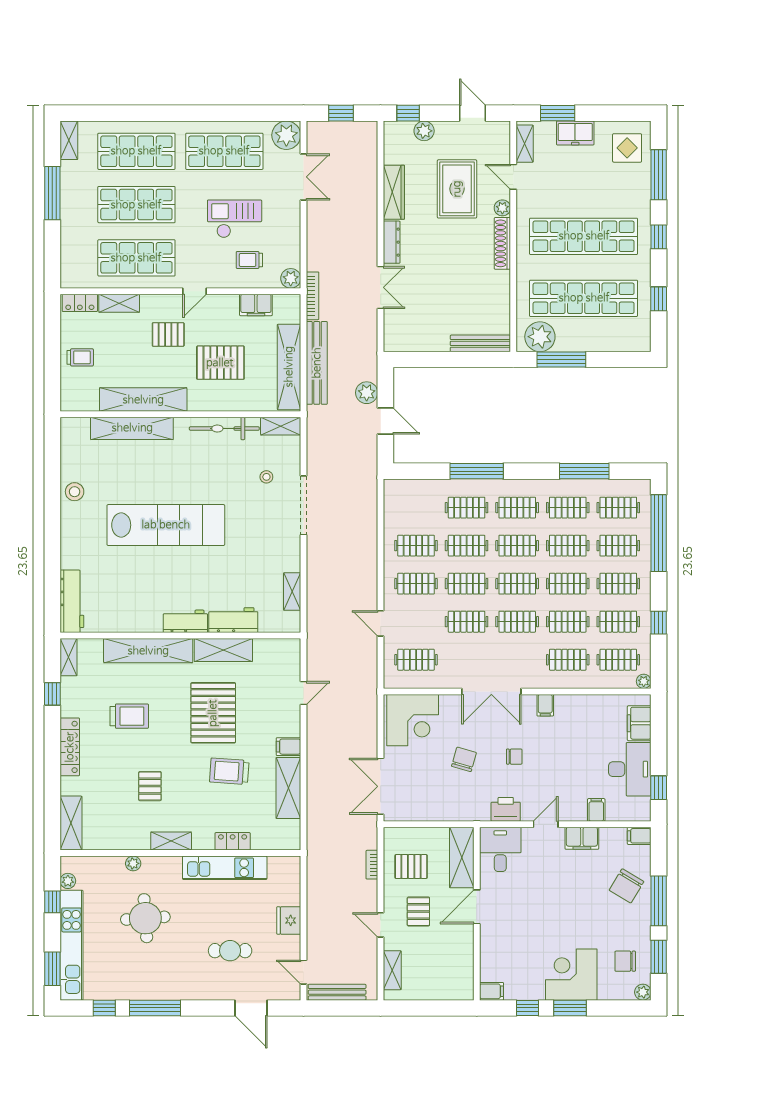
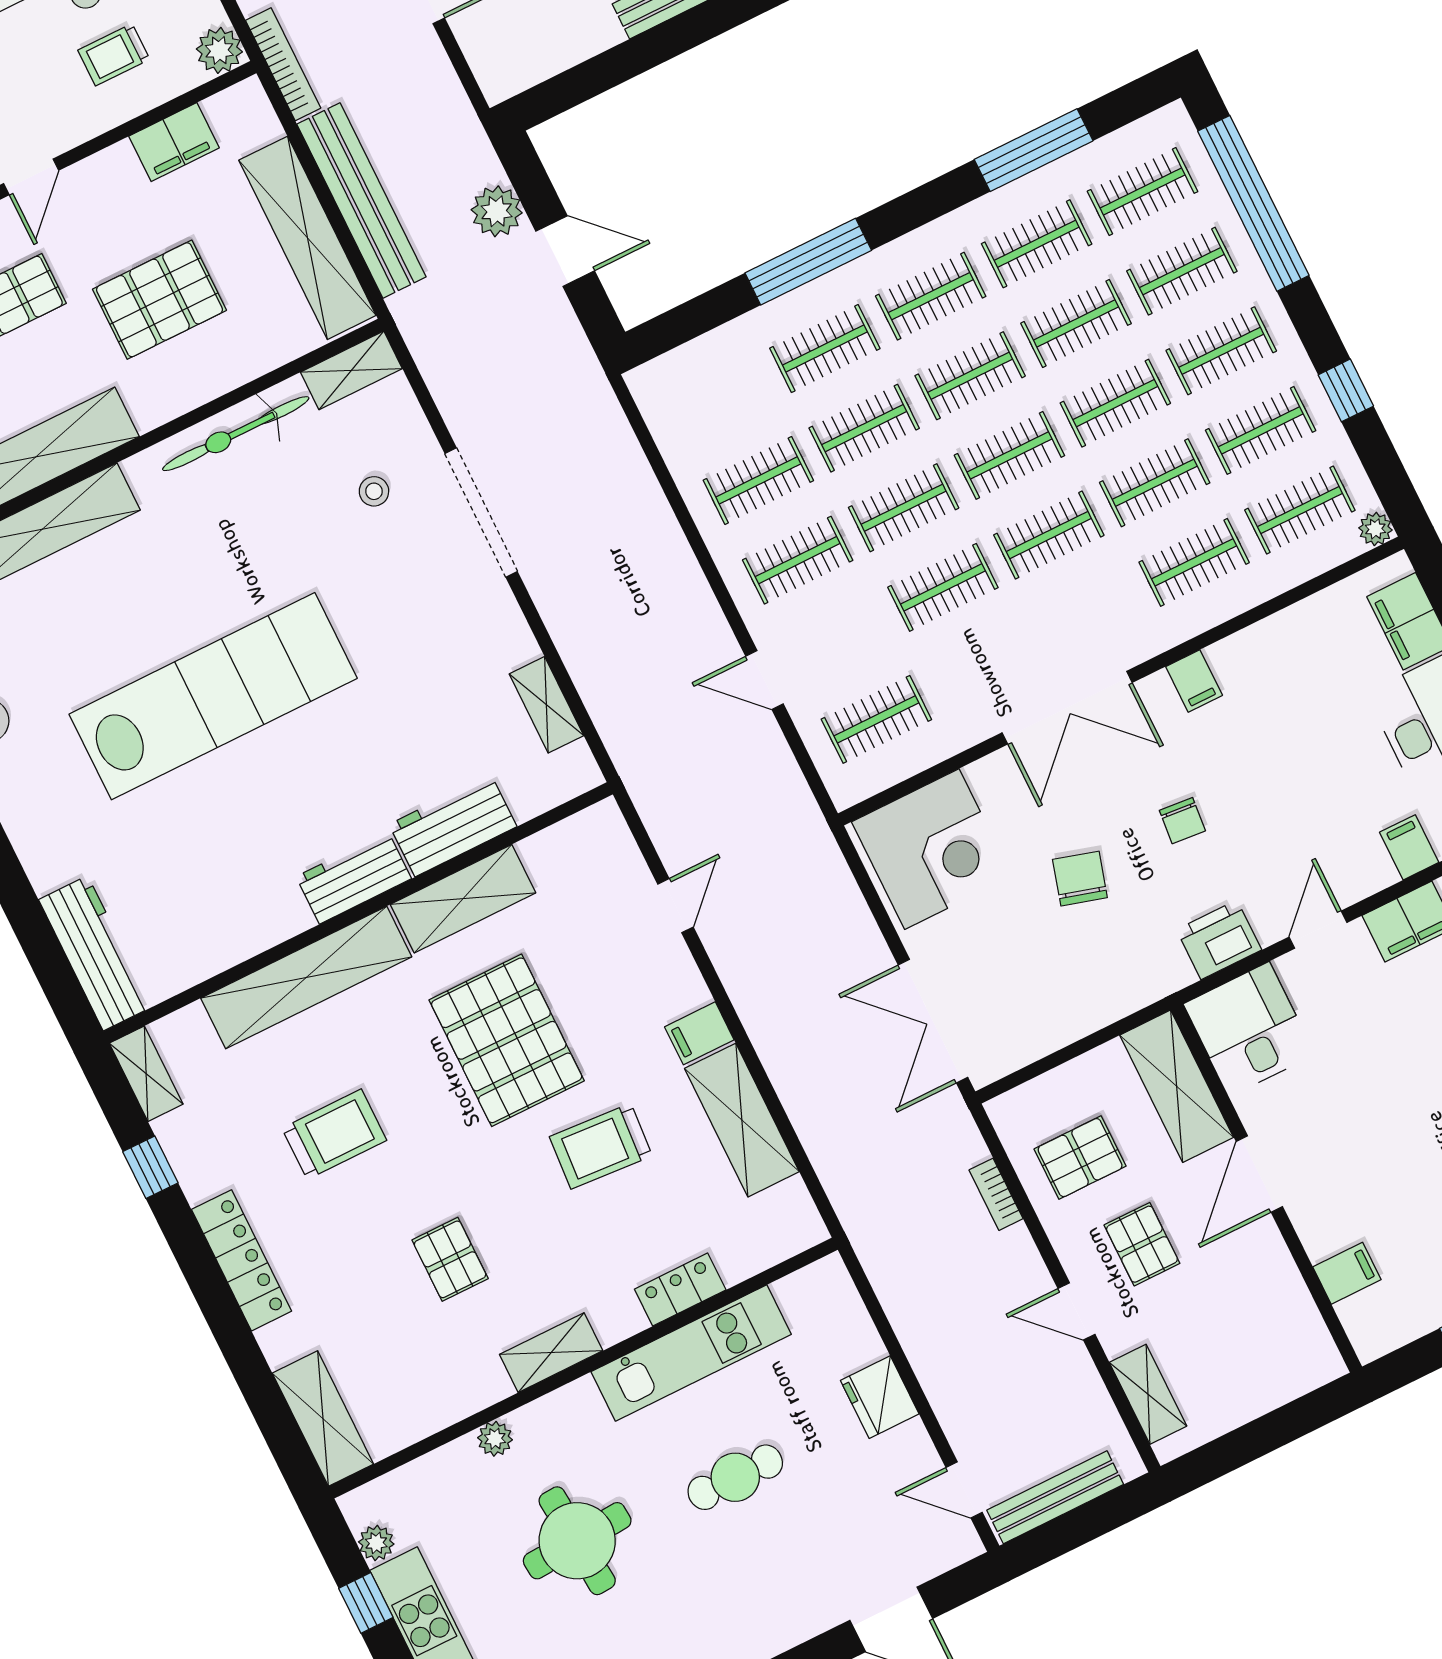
chair: (514, 757) -> (1182, 821), turned 95
cafe table: (230, 951) -> (735, 1477), moved
filing cabinet: (492, 991) -> (1347, 1273), moved

